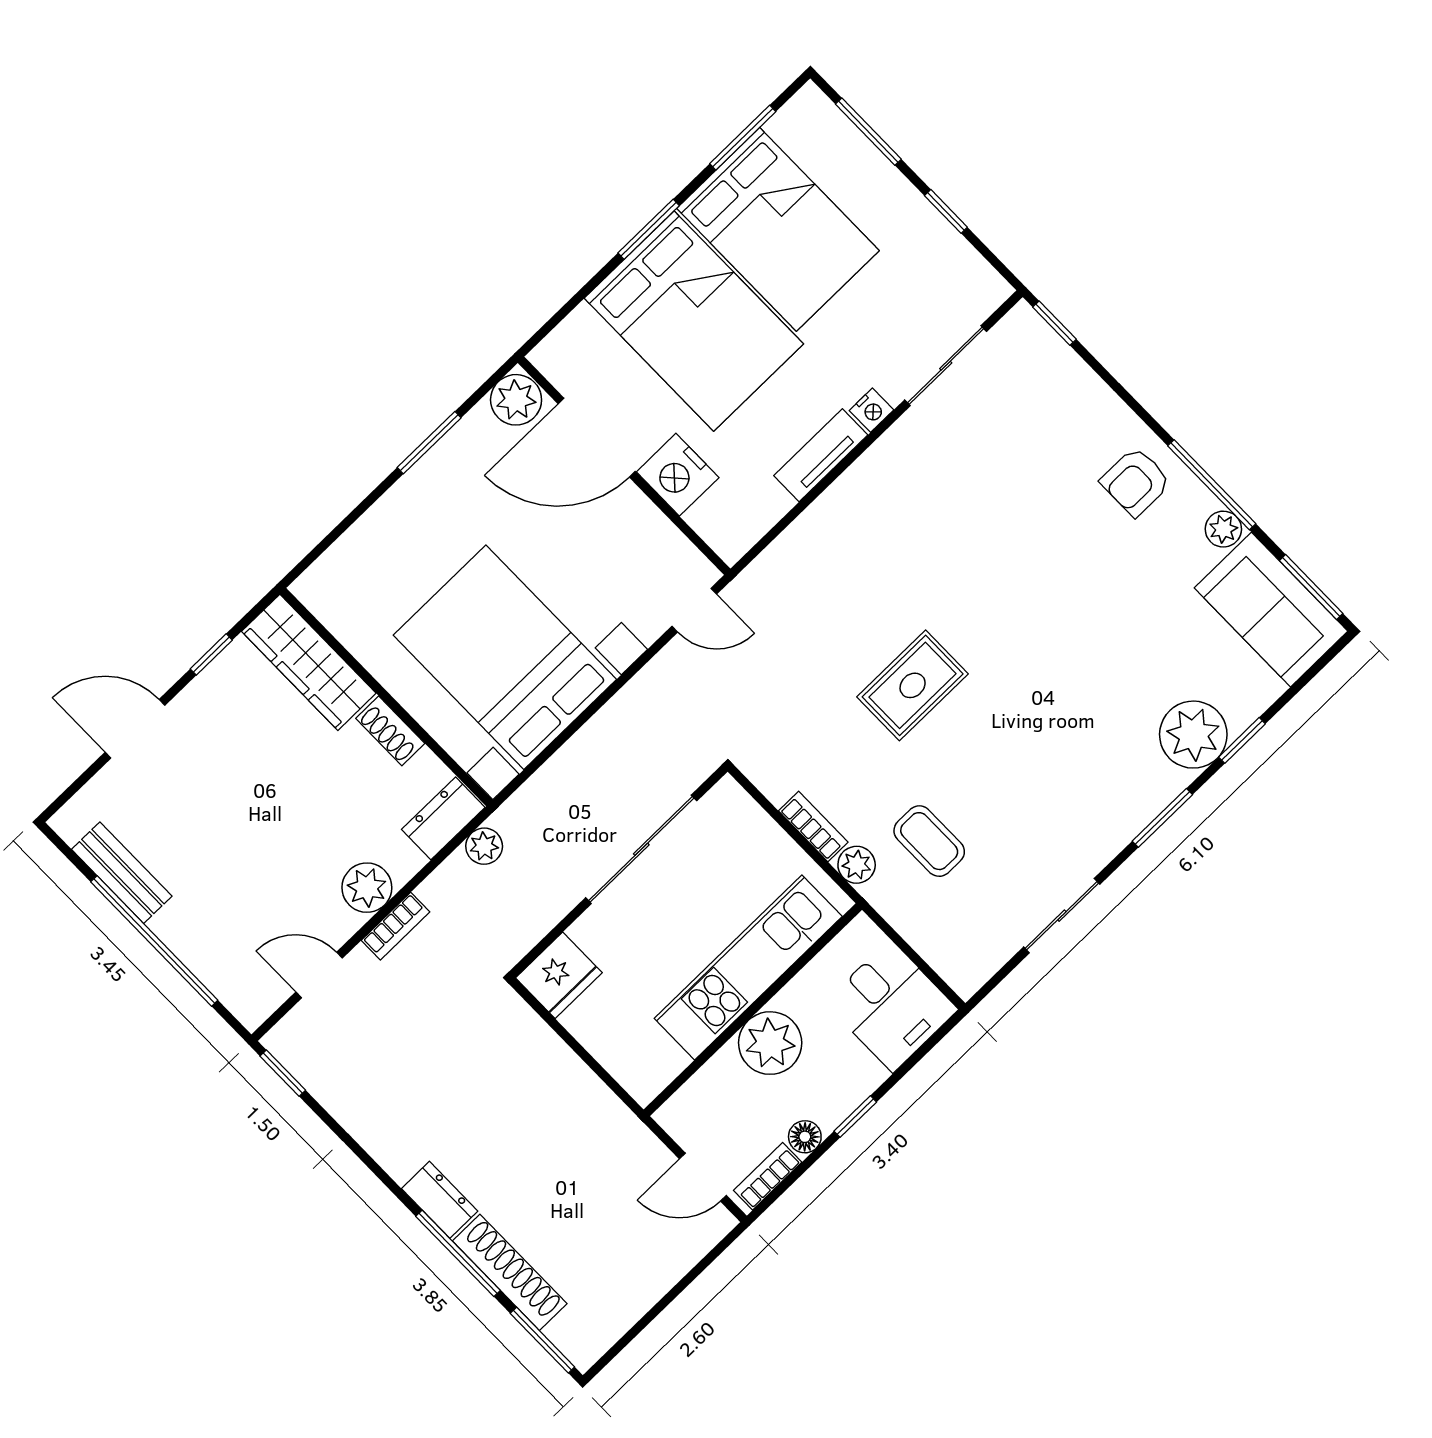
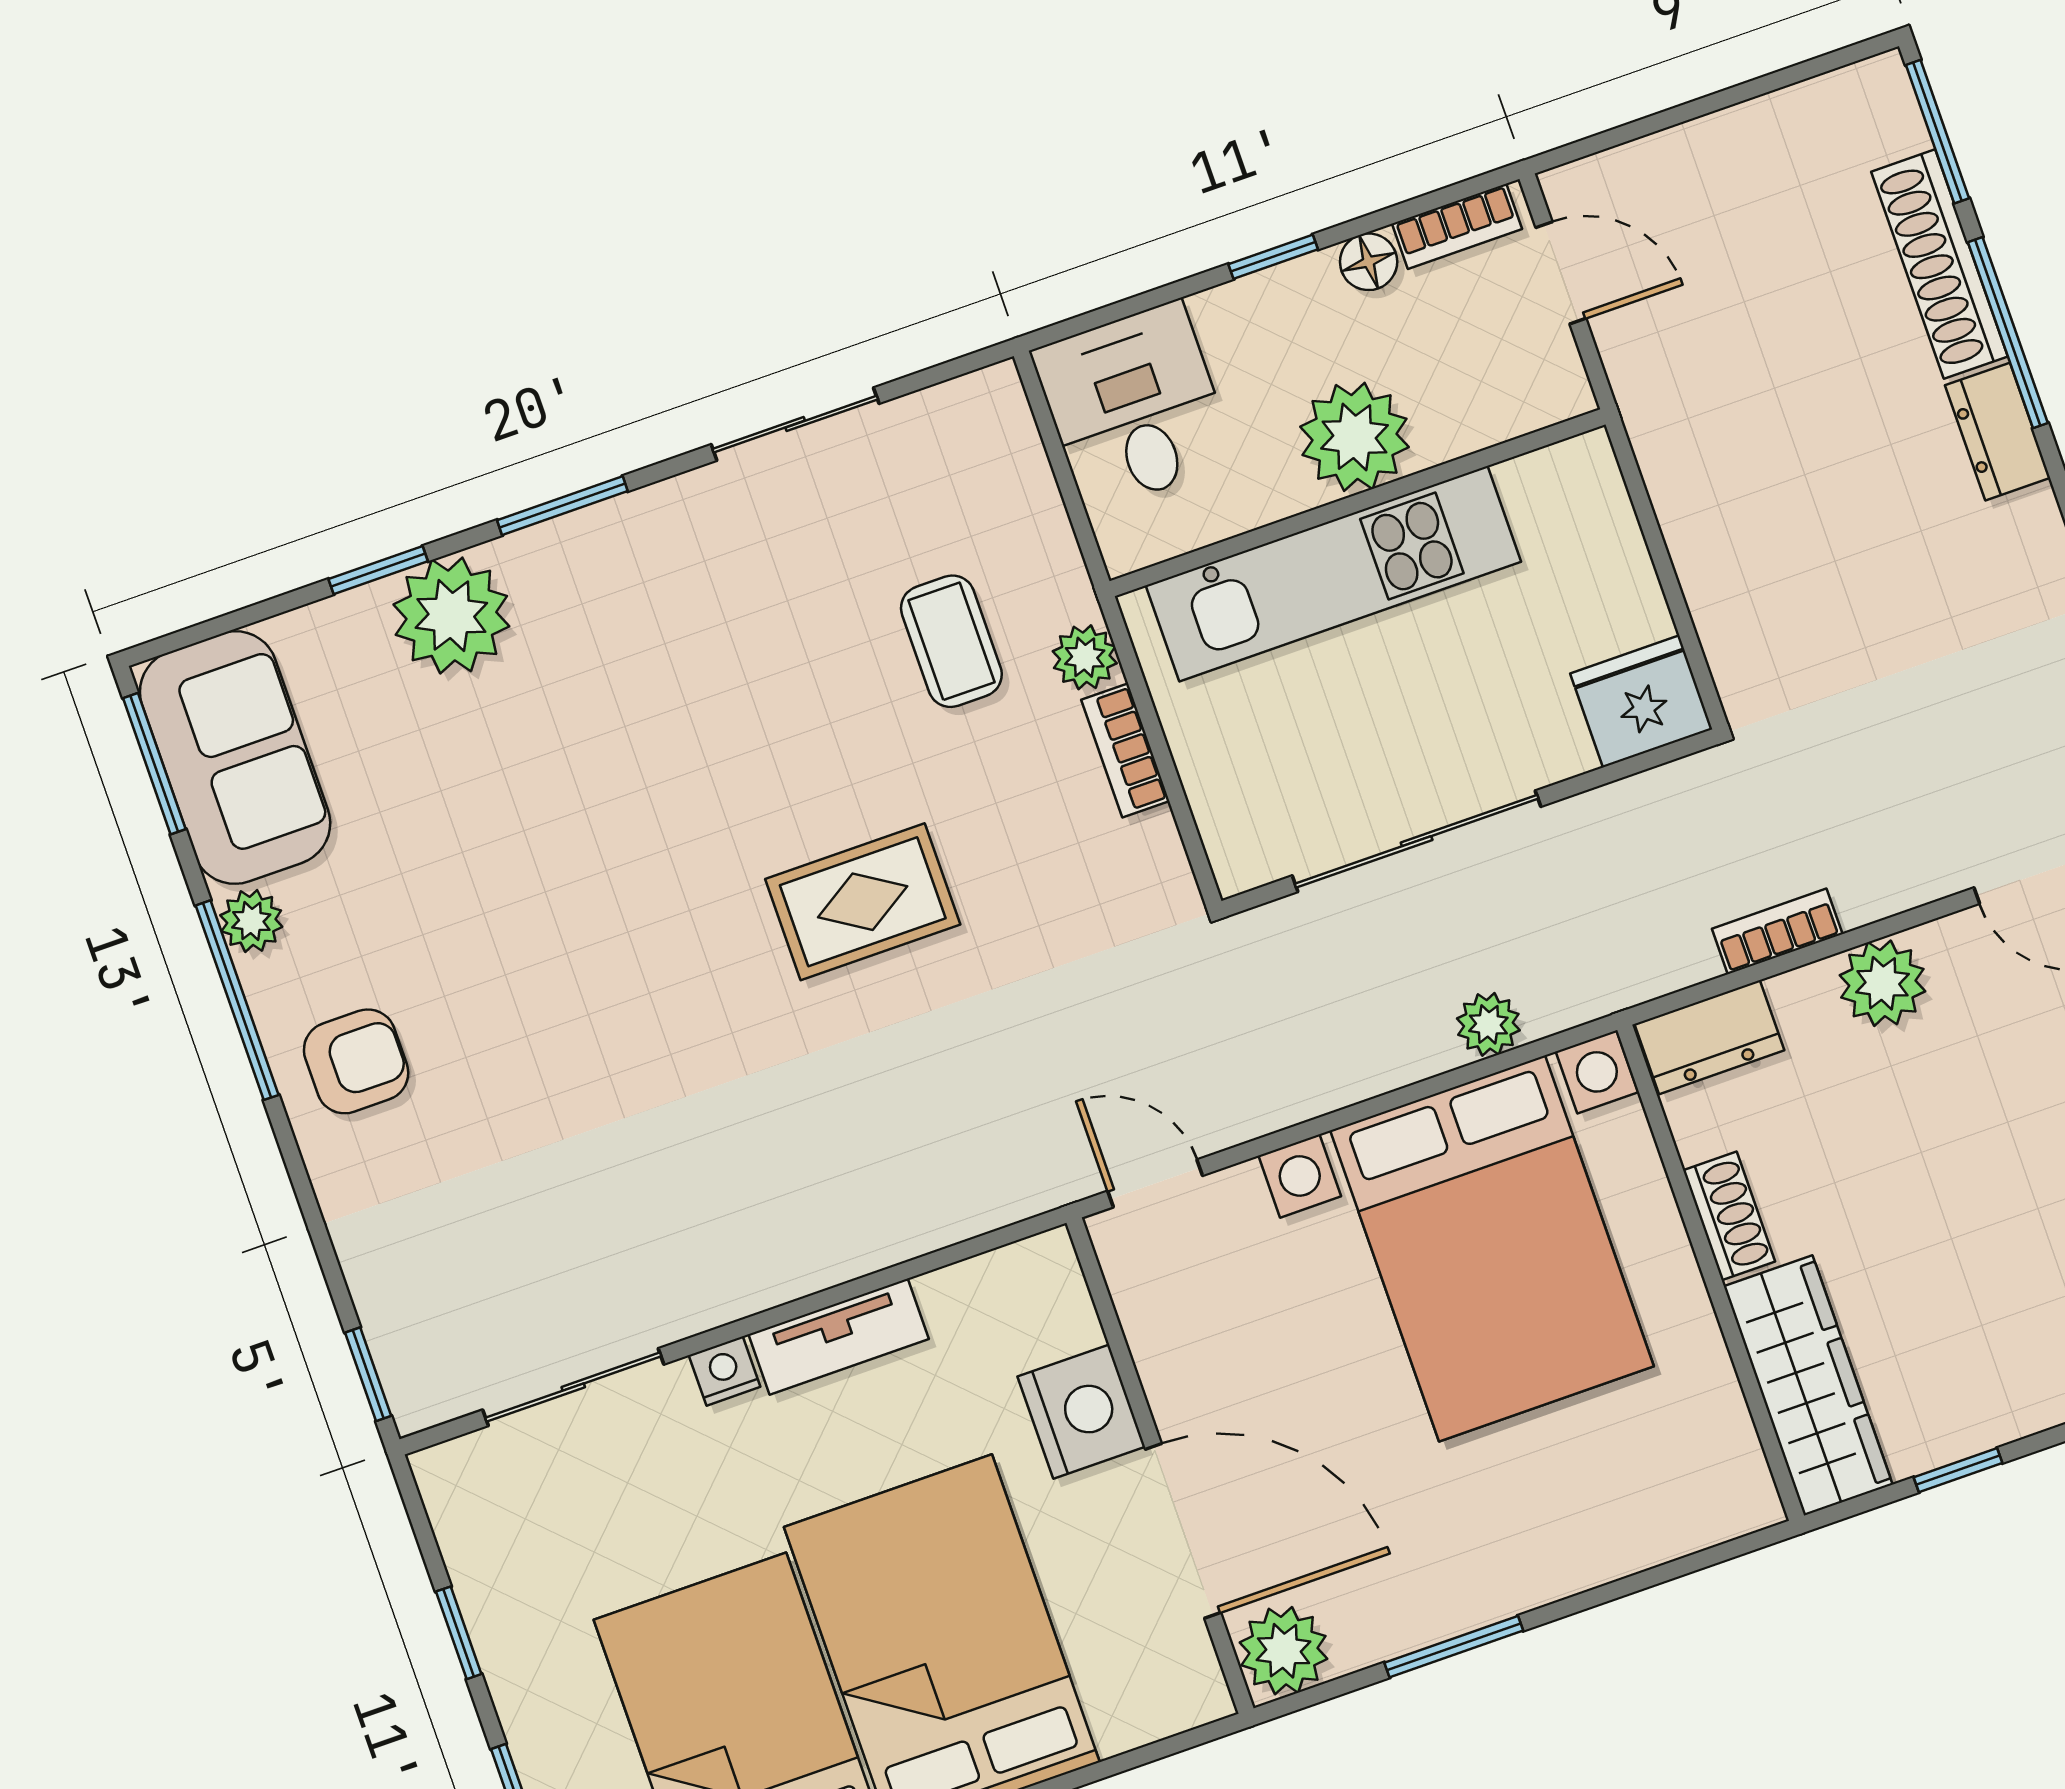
plant: (484, 846) -> (1488, 1024), moved
bookcase: (396, 926) -> (1777, 931), moved

